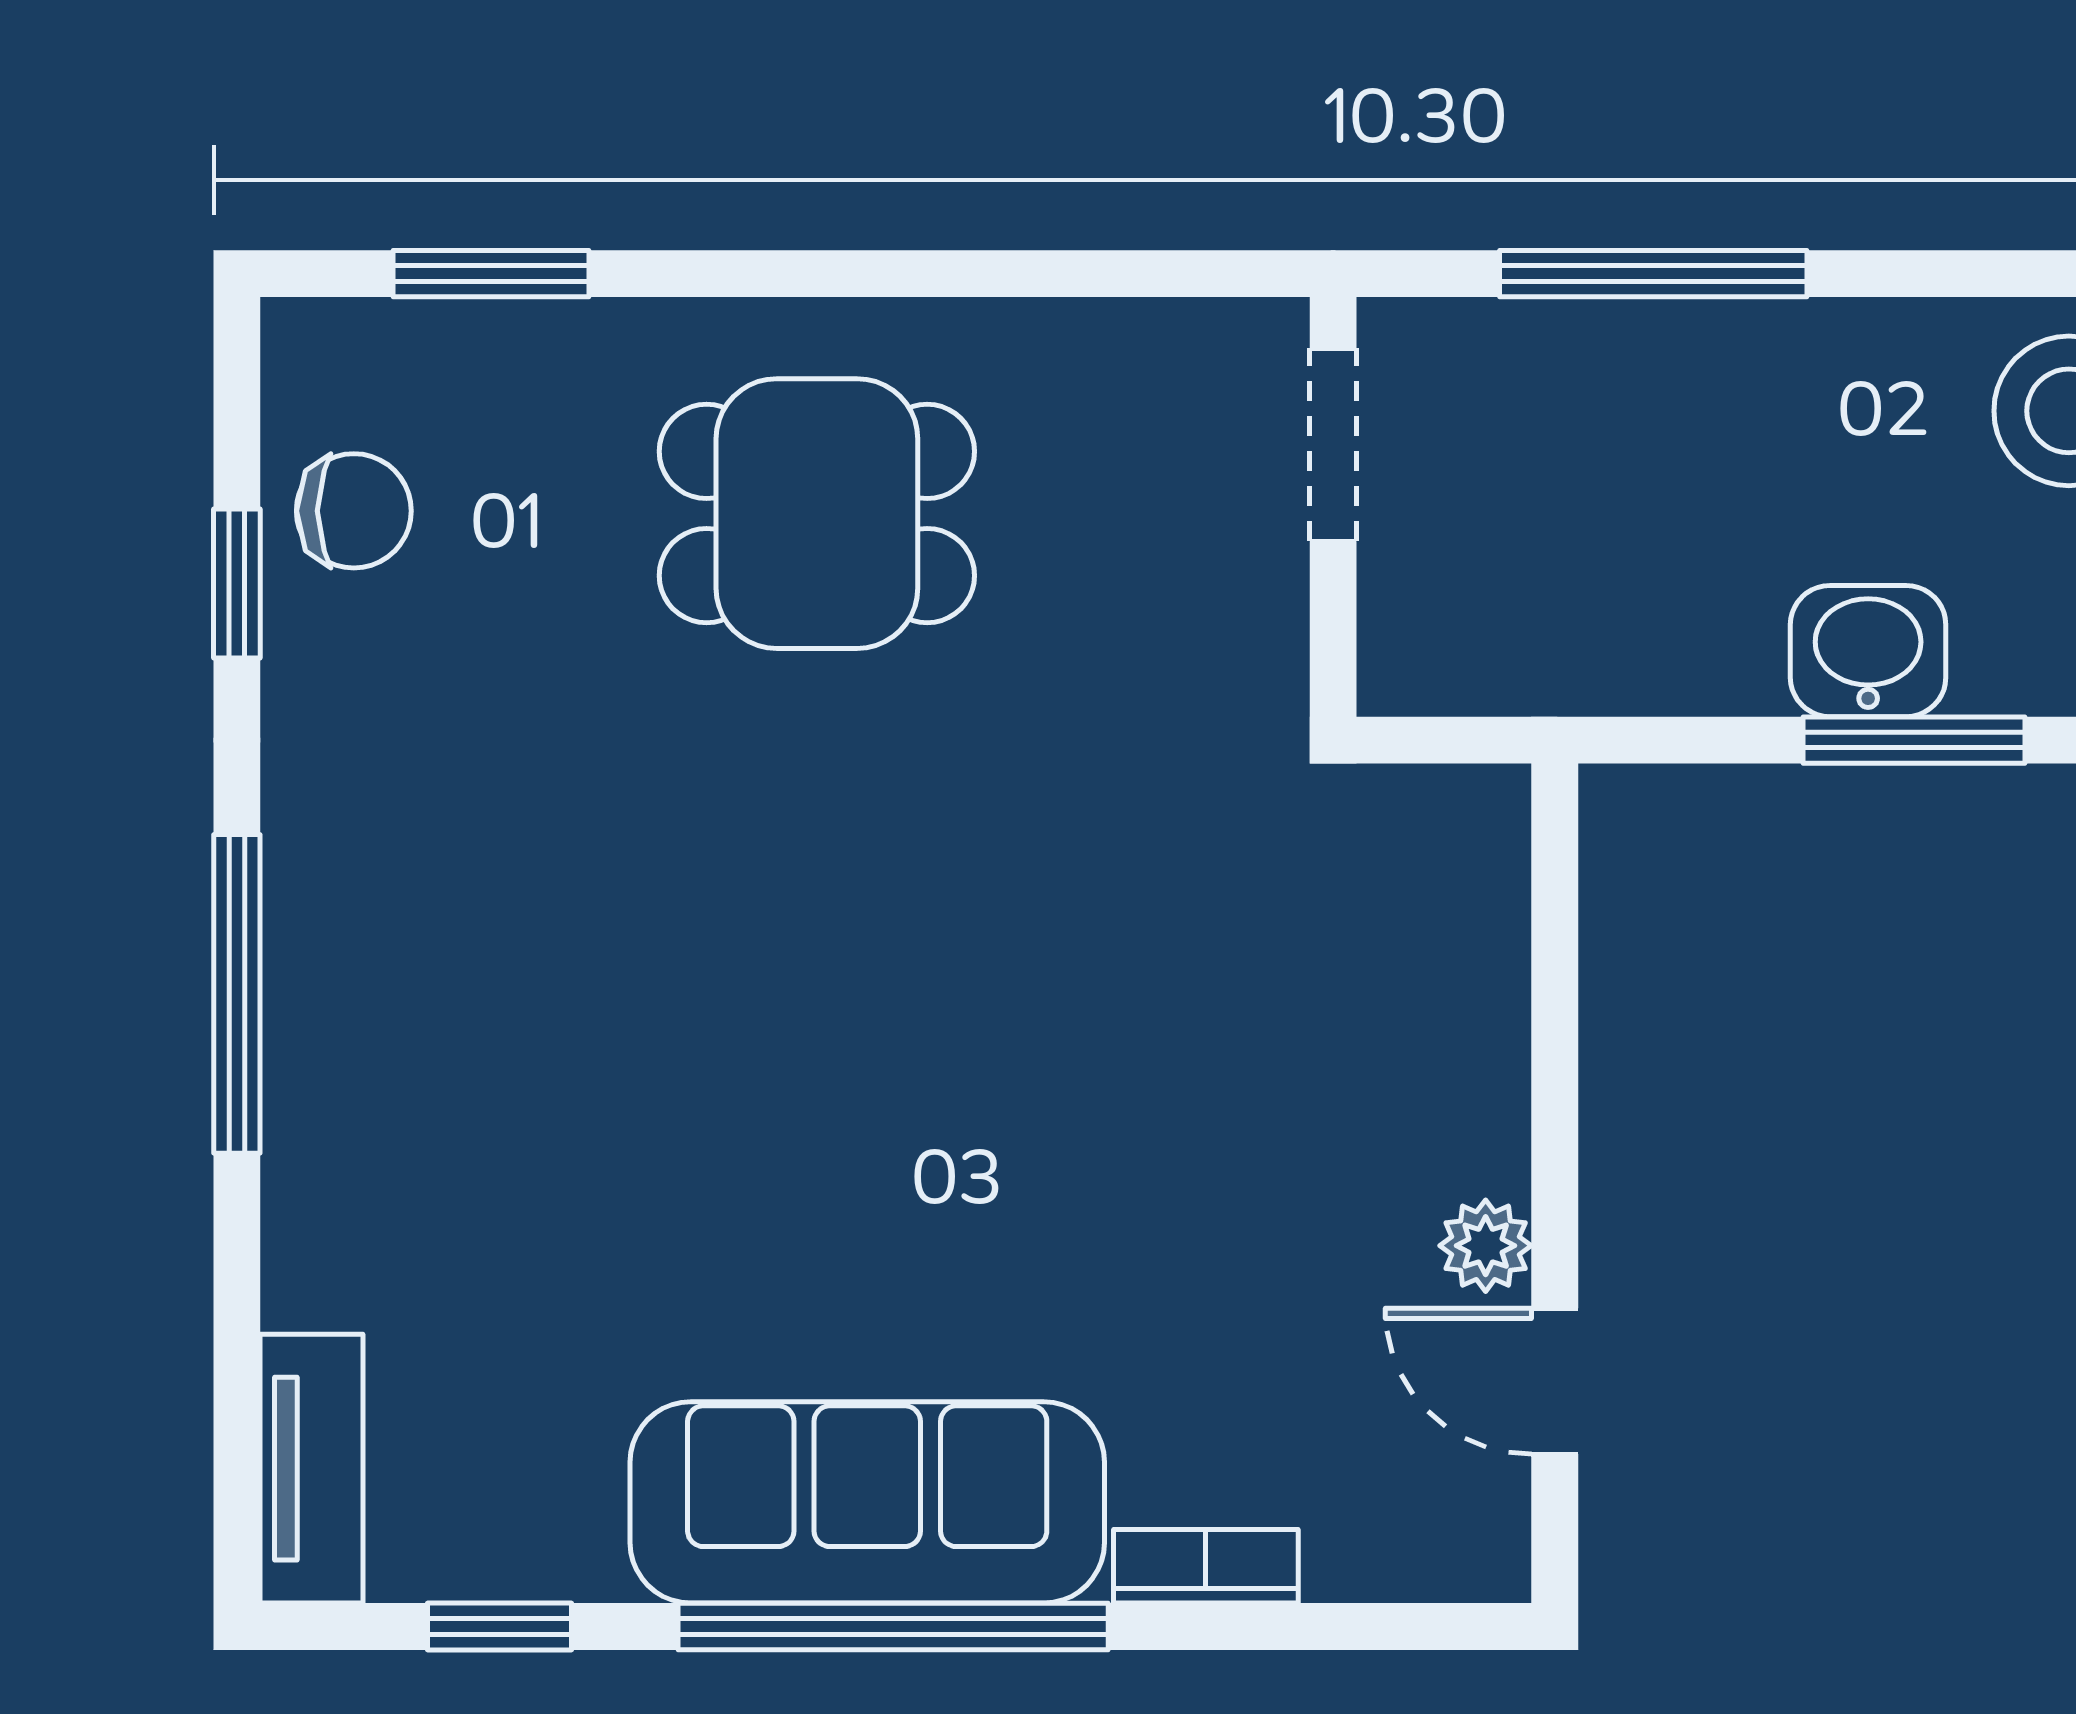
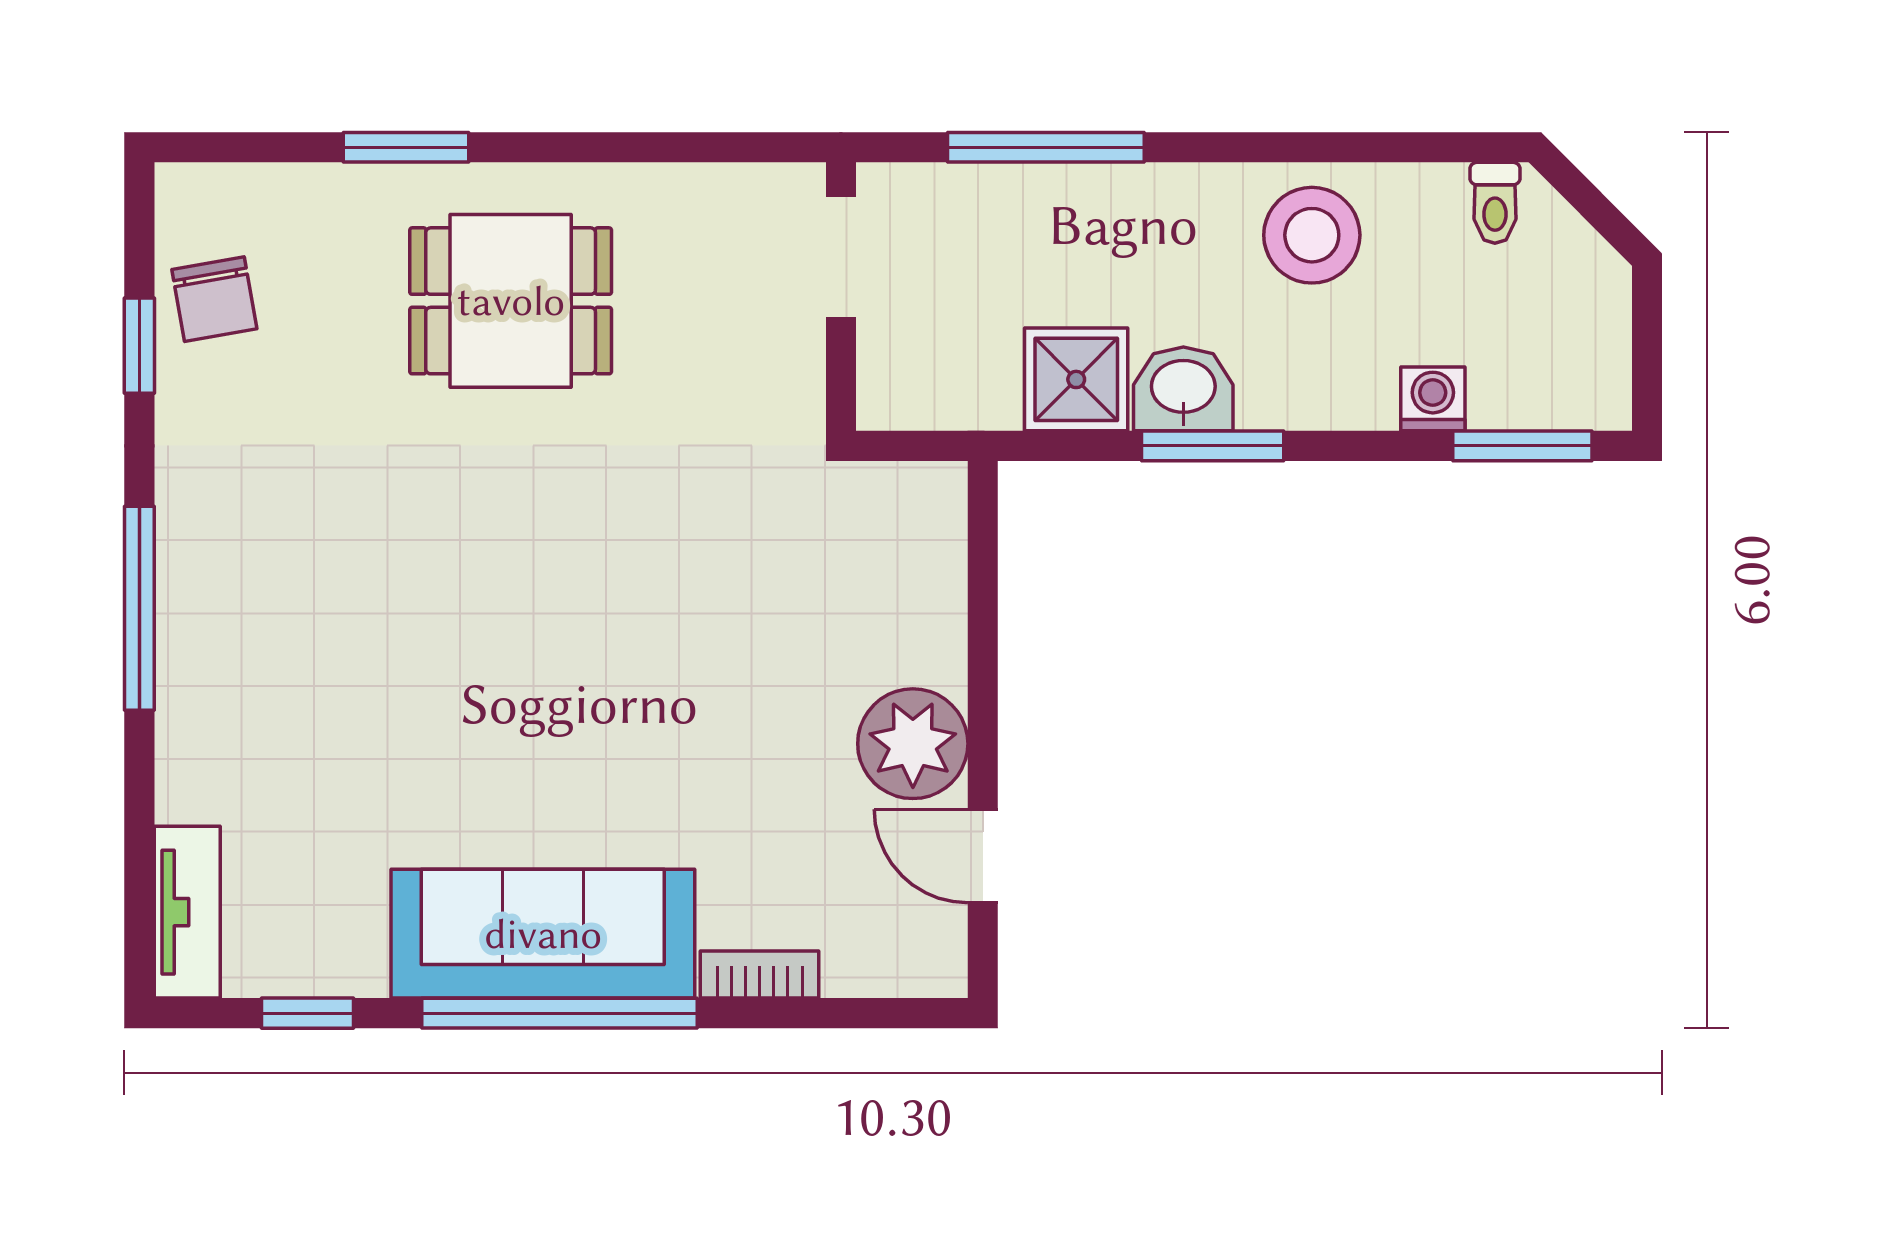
window: (491, 274) -> (406, 147), moved
chair: (354, 511) -> (214, 299), turned 80
shower: (1701, 636) -> (1076, 379), added
plant: (1486, 1246) -> (913, 744), width x1.87, depth x1.87

